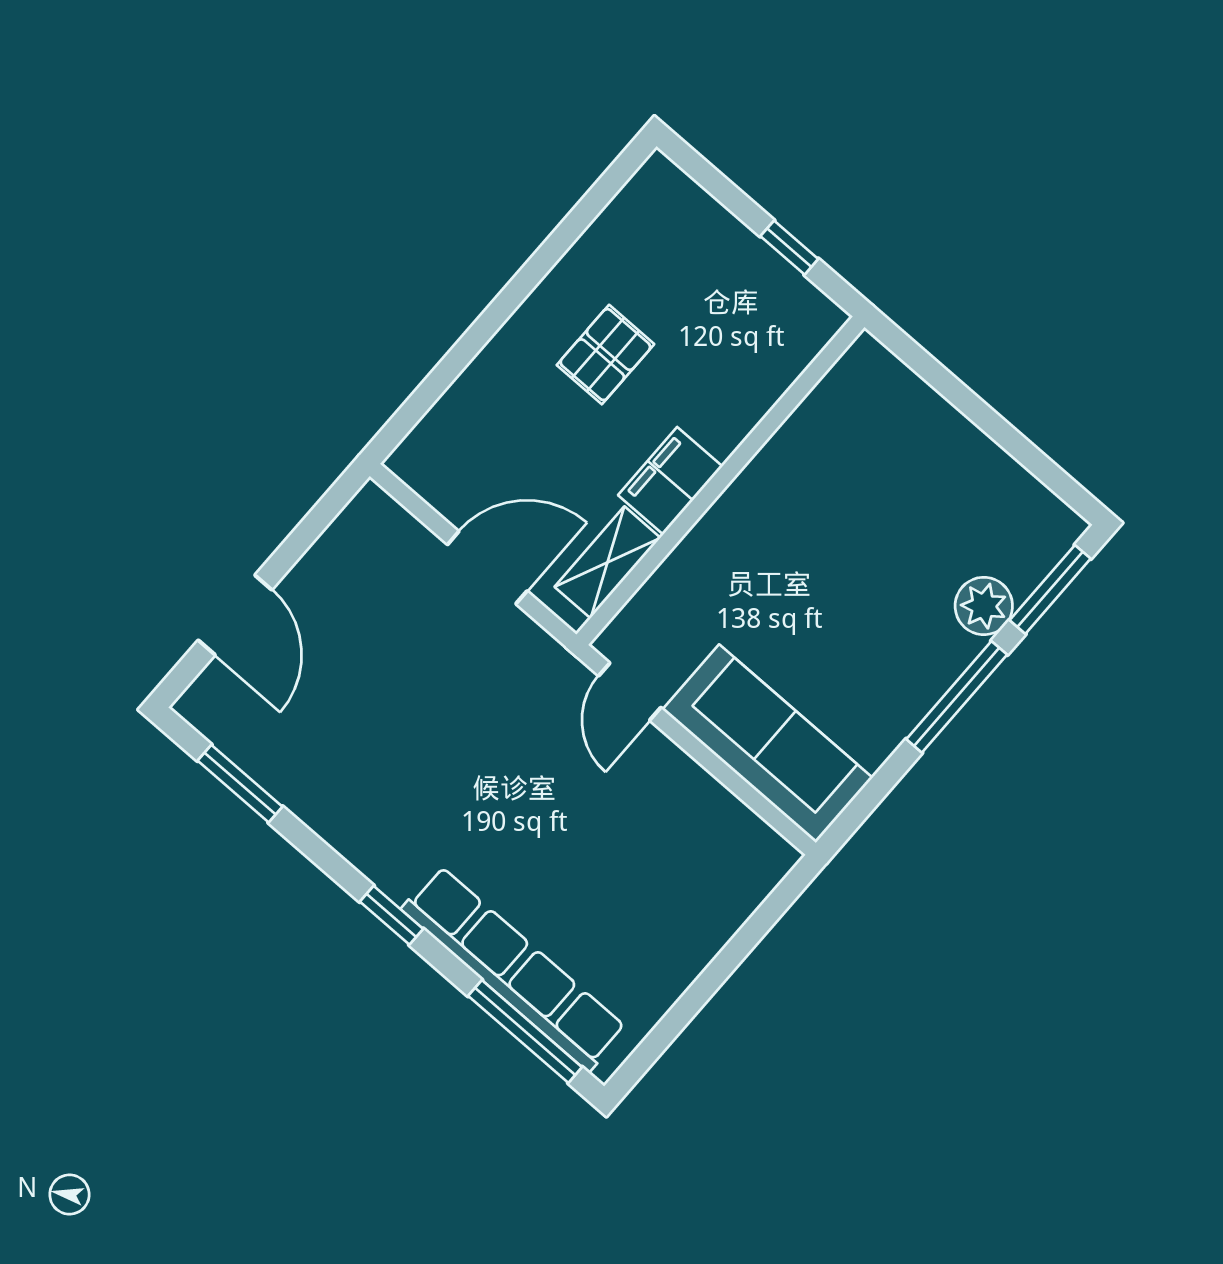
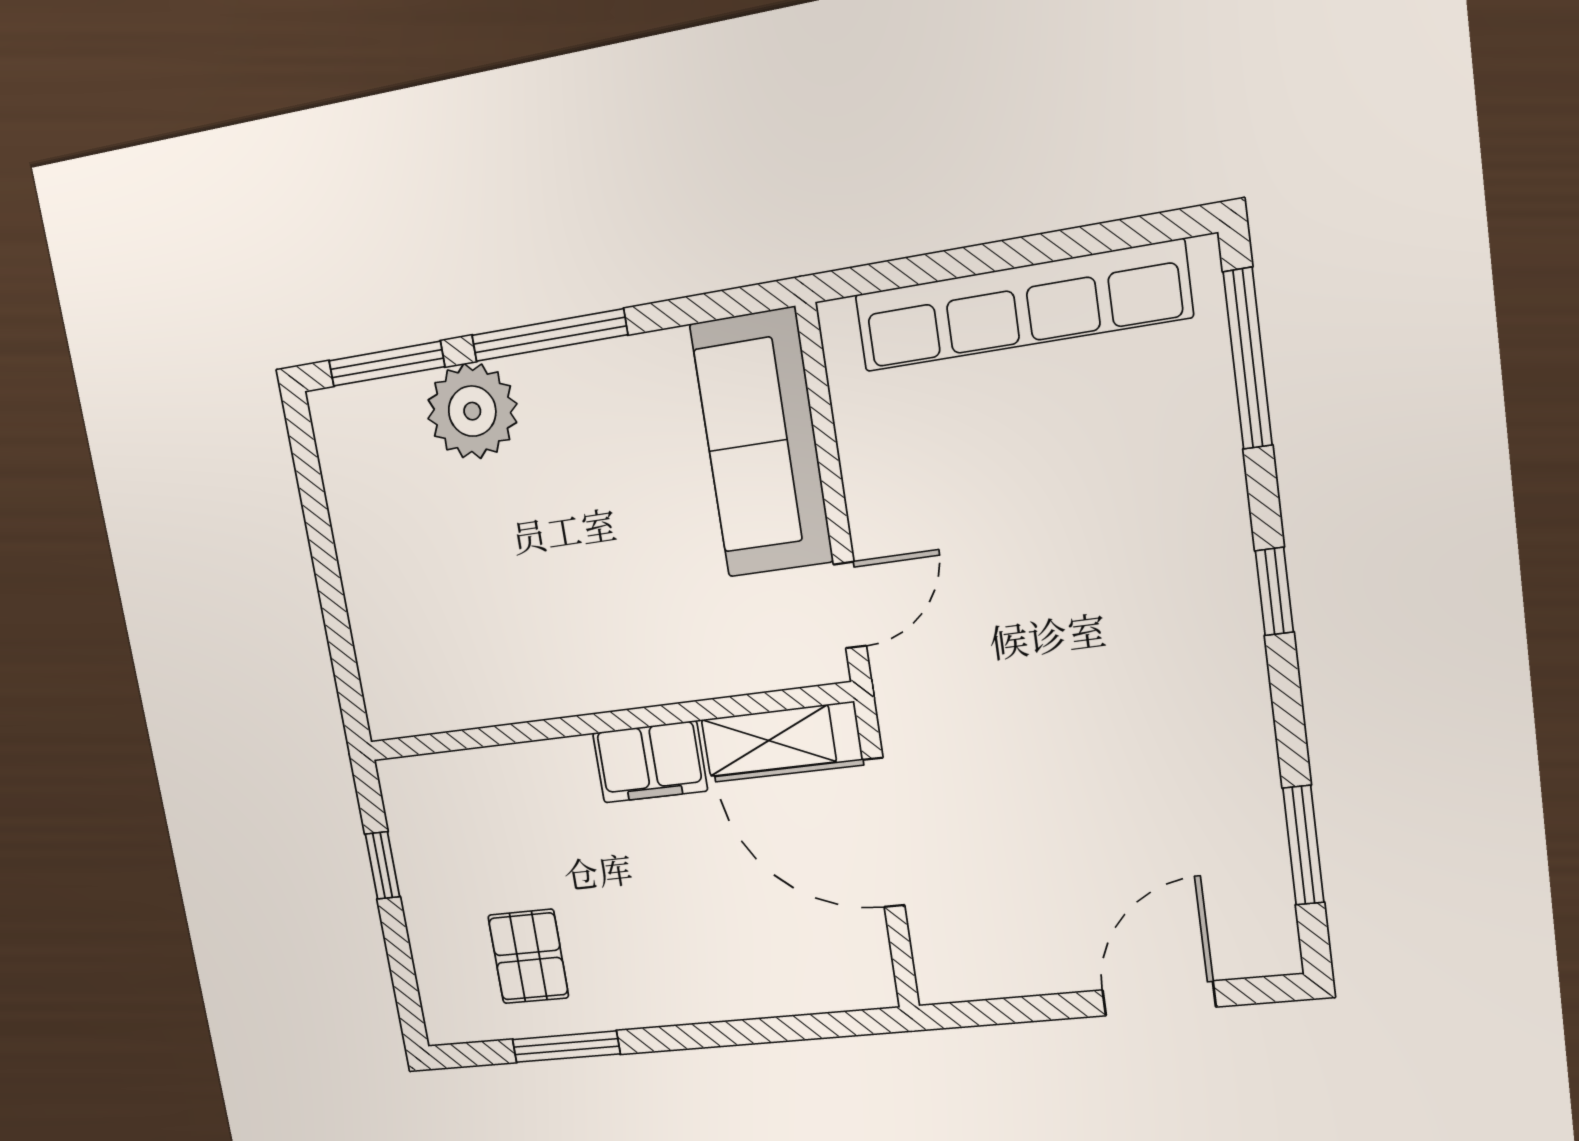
window: (565, 235) -> (566, 1047), added
pallet: (605, 355) -> (528, 956), moved, turned 90
door: (487, 568) -> (884, 833), width x1.36
plant: (984, 606) -> (472, 411), width x1.36, depth x1.36
row of seats: (514, 969) -> (1022, 306), moved, turned -90

